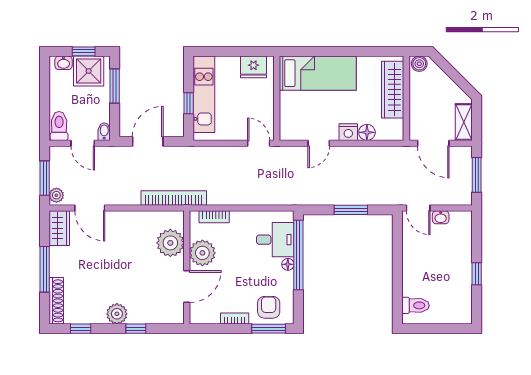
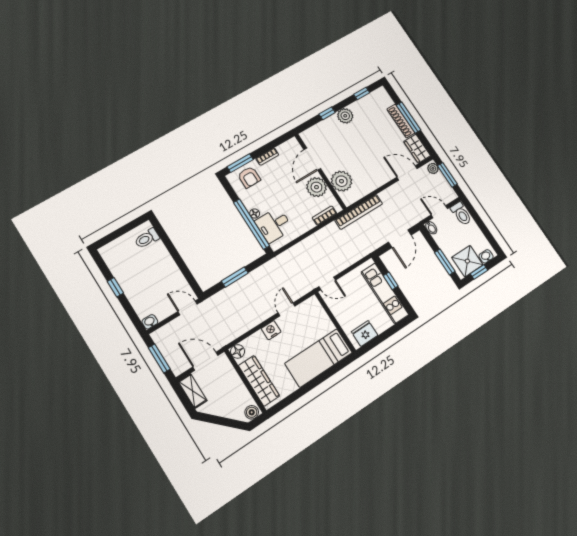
floor lamp: (367, 132) -> (238, 351), moved
washbasin: (441, 217) -> (150, 322), moved
shoe rack: (56, 301) -> (401, 121), moved

